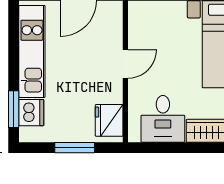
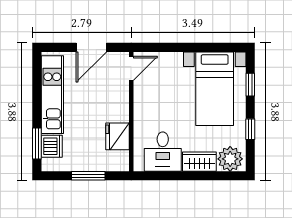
door: (125, 64) -> (131, 68), moved
fridge: (109, 120) -> (117, 136), moved

